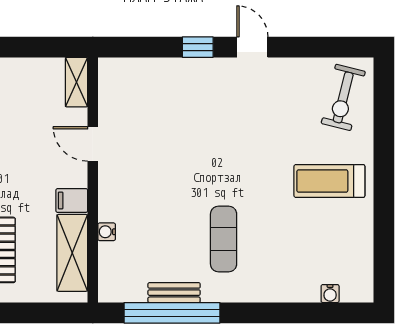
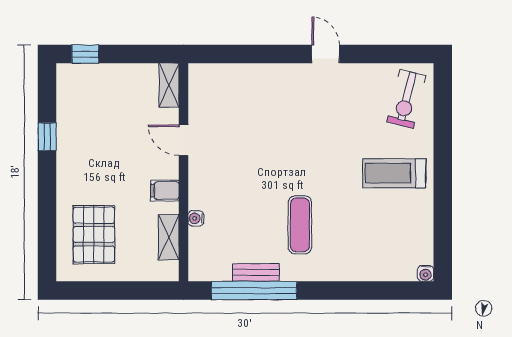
window: (198, 47) -> (277, 54), removed
shelving: (72, 253) -> (169, 237), width x0.67, depth x0.75
water cooler: (330, 294) -> (426, 273), moved

